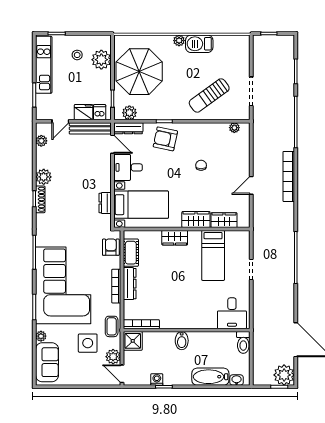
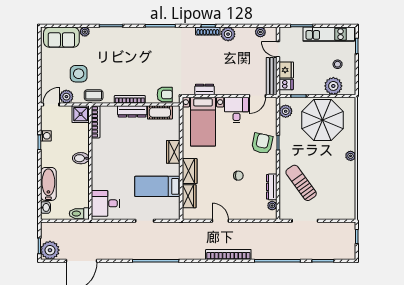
barbecue: (199, 44) -> (348, 174), removed
dresser: (128, 128) -> (272, 187), moved
corner sofa: (63, 285) -> (131, 52), removed

